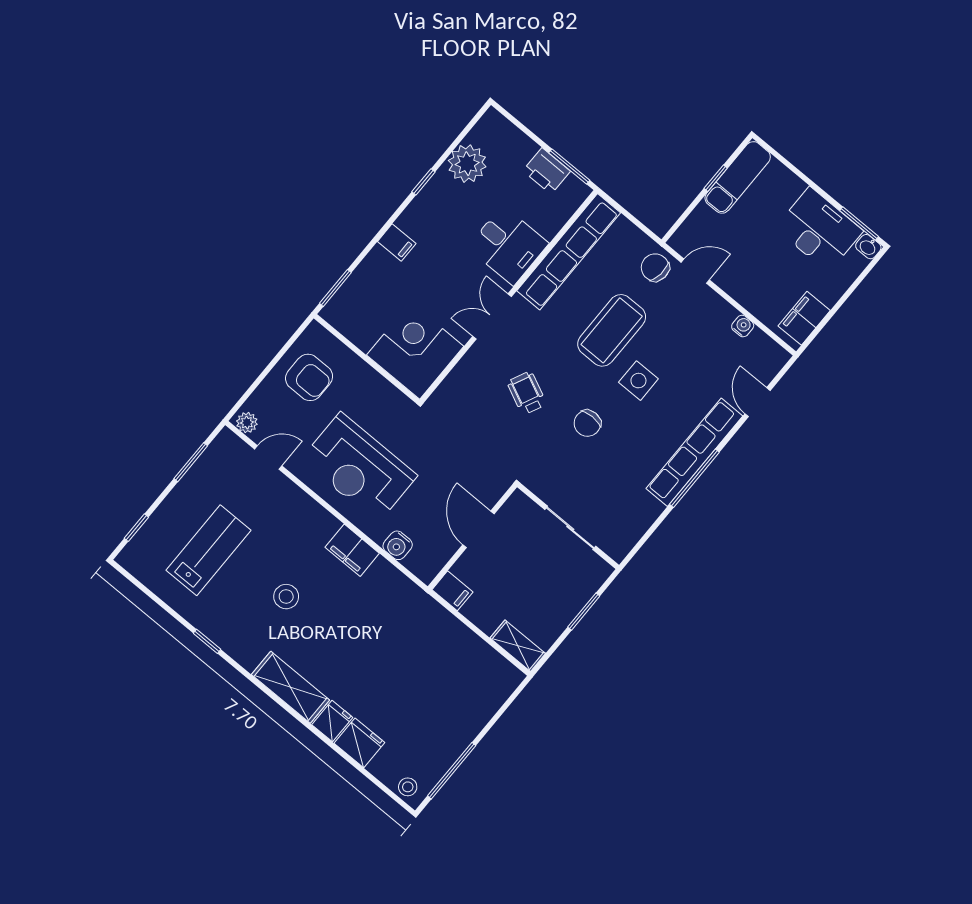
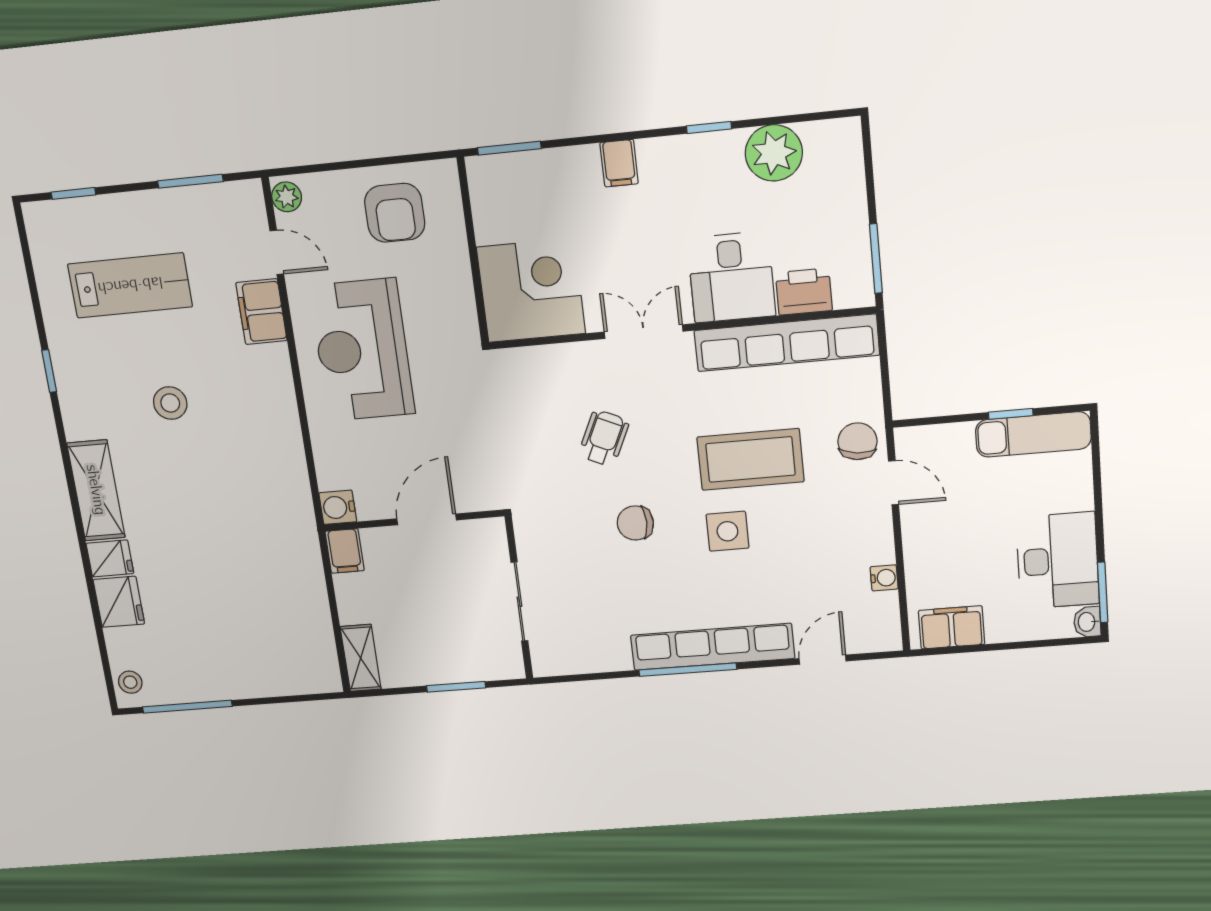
printer: (547, 171) -> (804, 292), moved, turned 90
water cooler: (398, 545) -> (338, 507), moved
filing cabinet: (352, 550) -> (261, 312), moved

